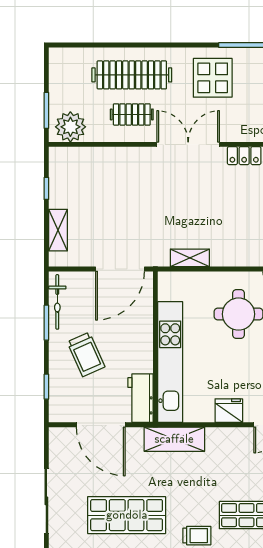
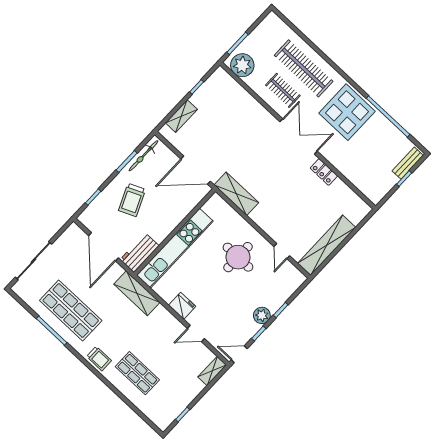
display table: (213, 78) -> (347, 112), width x1.36, depth x1.36
shelving: (190, 258) -> (236, 194), width x1.50, depth x1.33

